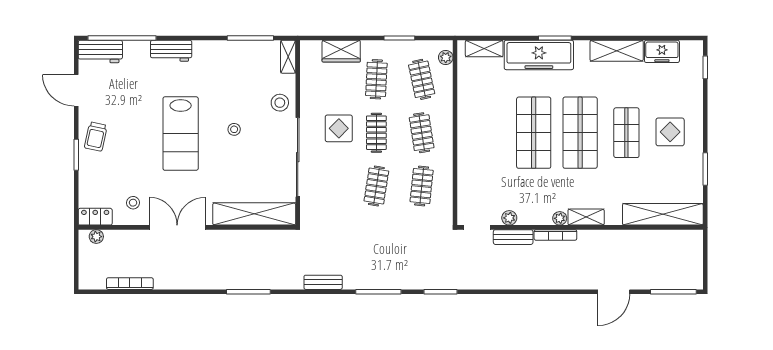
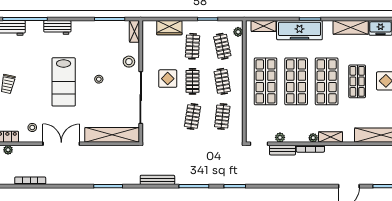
shop shelf: (487, 133) -> (266, 81), added
bench: (323, 282) -> (157, 180), width x1.36

